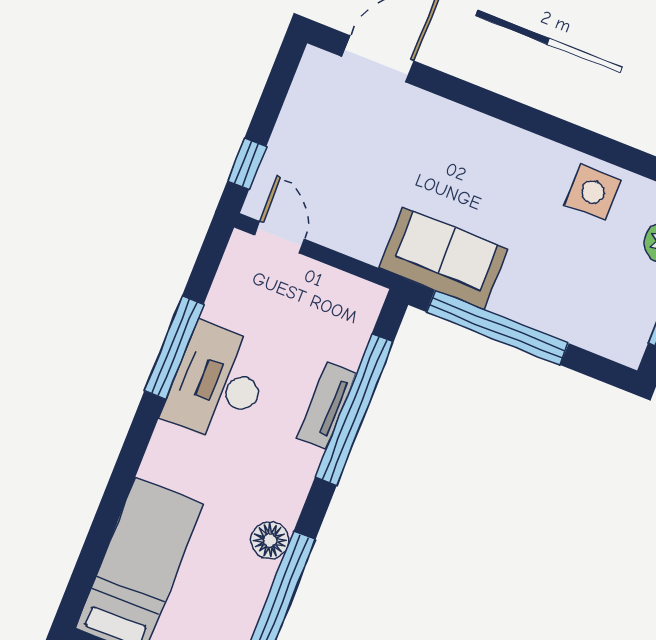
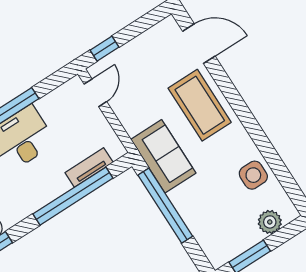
coffee table: (443, 147) -> (200, 105), added
tv unit: (327, 405) -> (89, 167), moved

